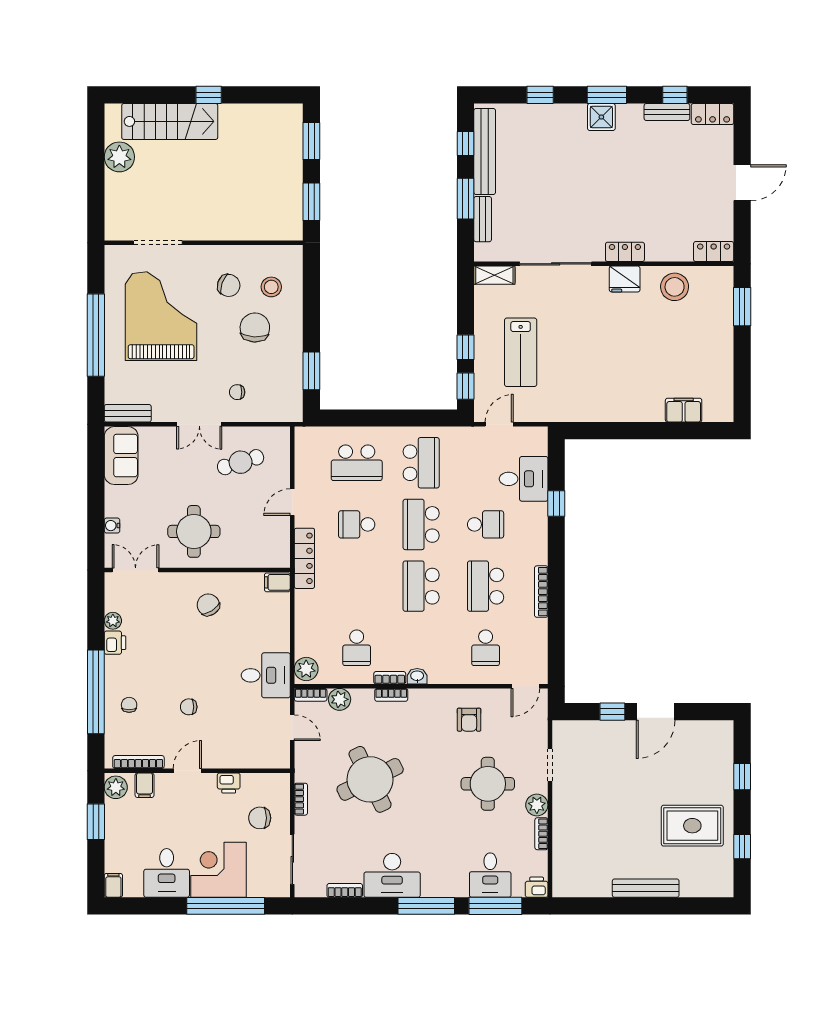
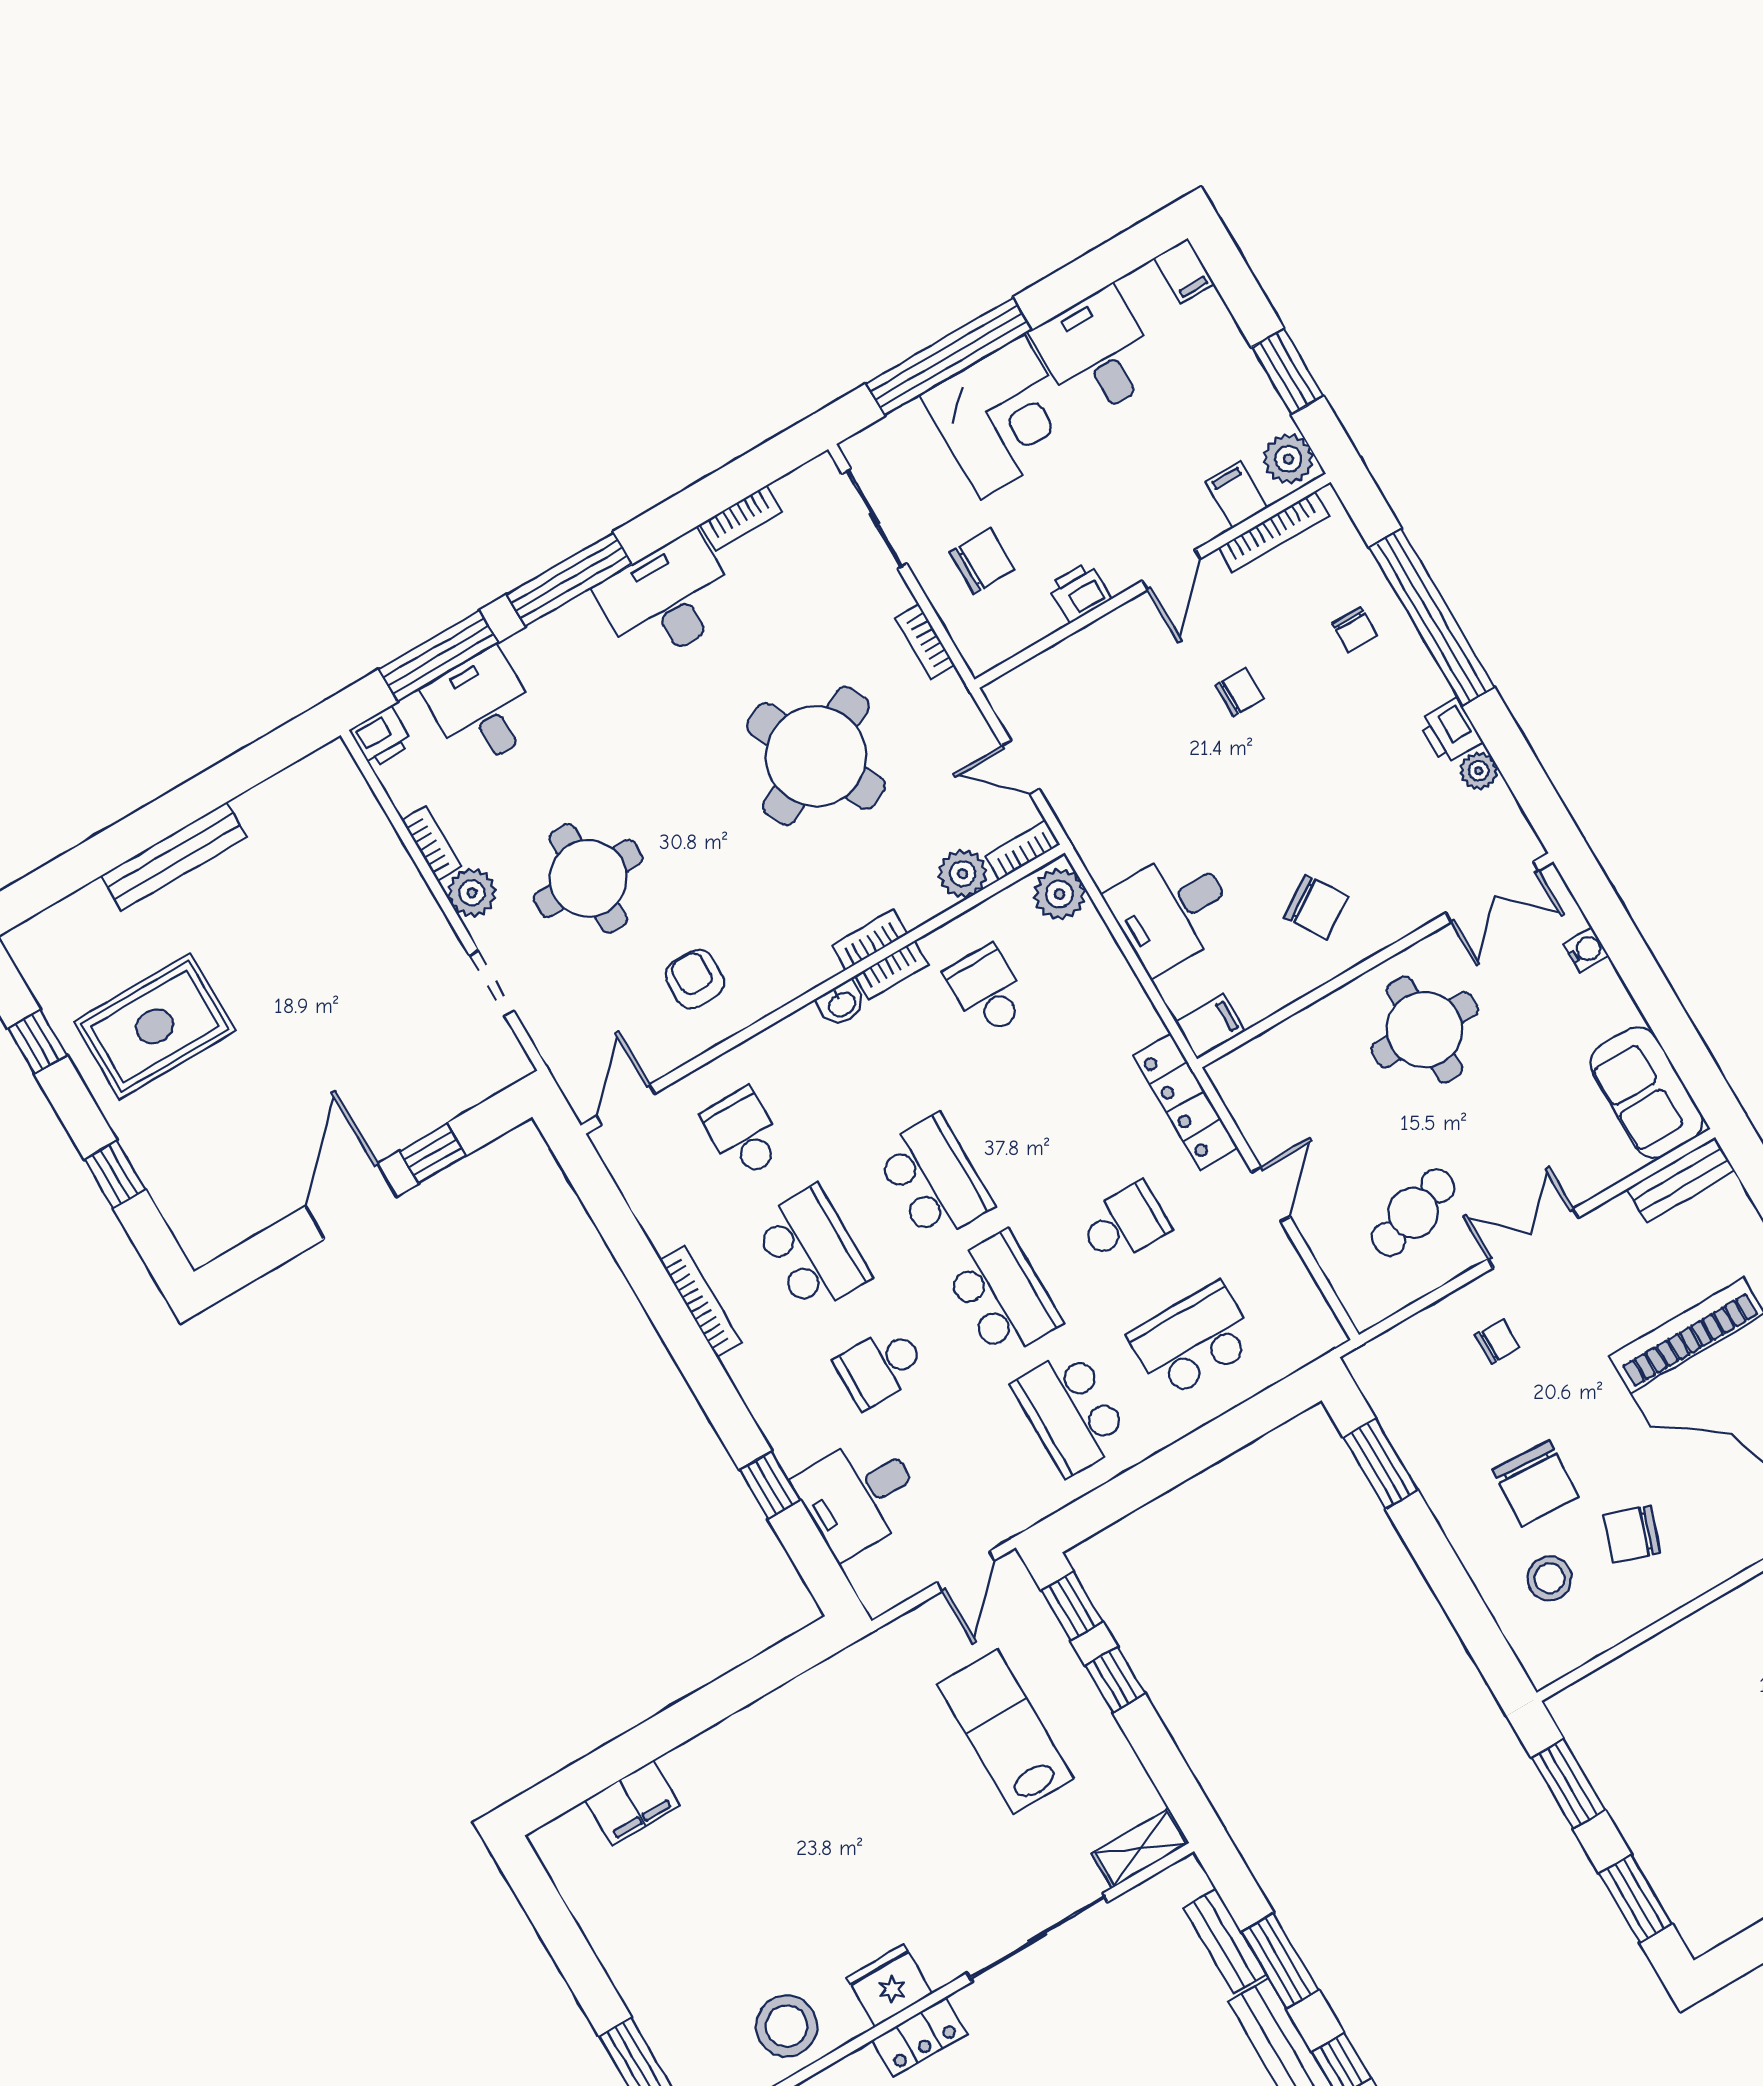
desk: (266, 675) -> (1172, 910), moved

